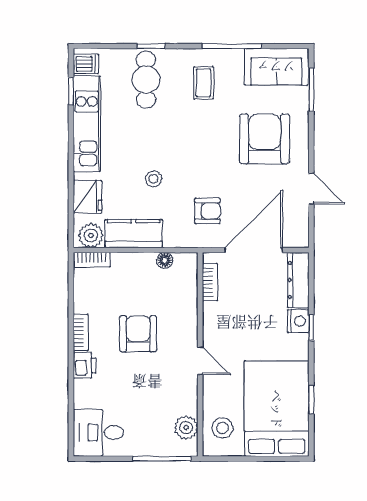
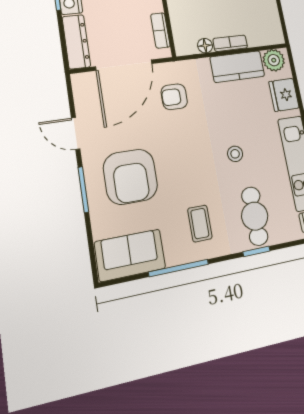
window: (311, 90) -> (83, 190), moved
stool: (154, 179) -> (235, 154), moved
bookcase: (92, 260) -> (230, 43), moved

